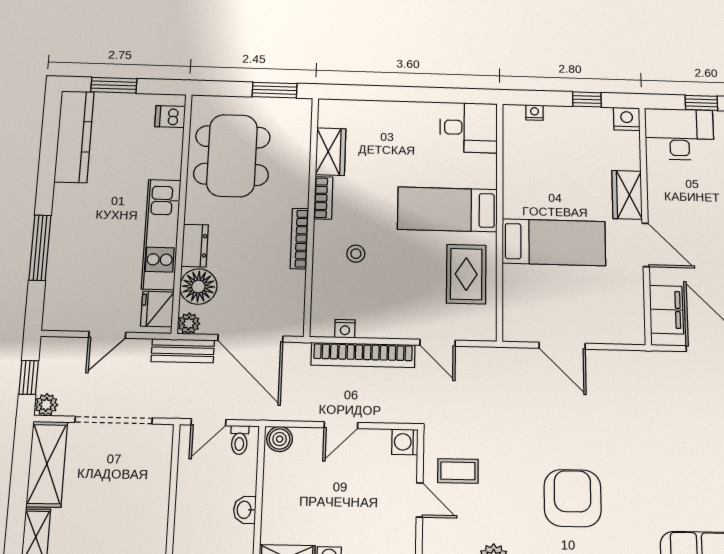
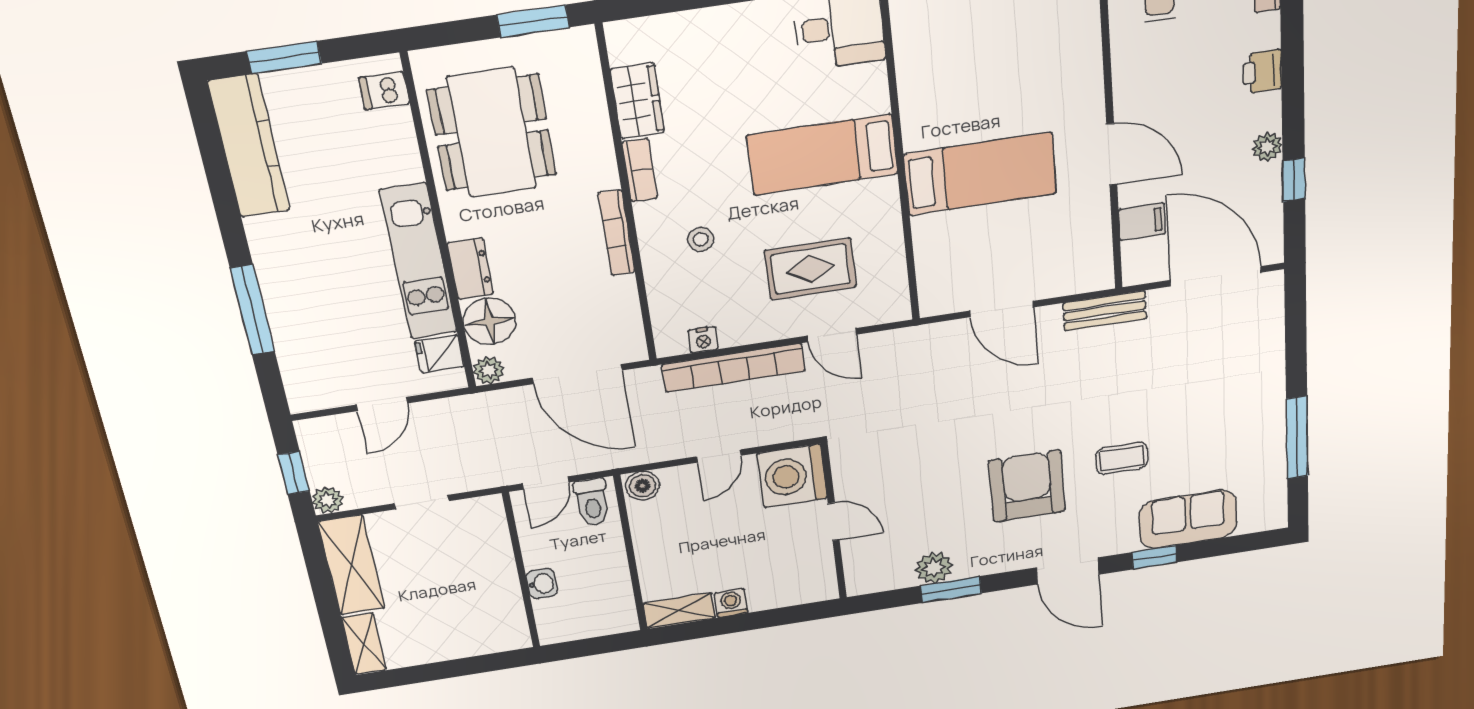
wardrobe: (627, 195) -> (1083, 87), removed
rug: (466, 274) -> (810, 269), moved, turned 90
fridge: (157, 309) -> (439, 354), width x0.72
filing cabinet: (666, 310) -> (1142, 222), width x0.50
bench: (183, 351) -> (1105, 311), moved
doorway: (114, 420) -> (422, 502), width x0.53
toilet: (239, 440) -> (592, 502), width x1.37, depth x1.39
washing machine: (405, 442) -> (792, 476), width x1.89, depth x1.89
coffee table: (458, 471) -> (1122, 458), moved
washbasin: (245, 510) -> (542, 584), moved, turned 180

